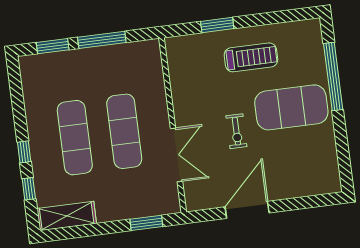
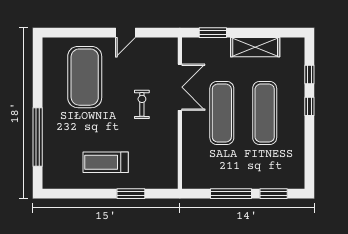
exercise mat: (291, 107) -> (85, 77), moved, turned 90
exercise bike: (236, 131) -> (142, 104), moved
double door: (176, 155) -> (180, 87), swing flipped
door: (247, 210) -> (126, 33), width x0.53
shelving: (67, 216) -> (255, 47), moved

